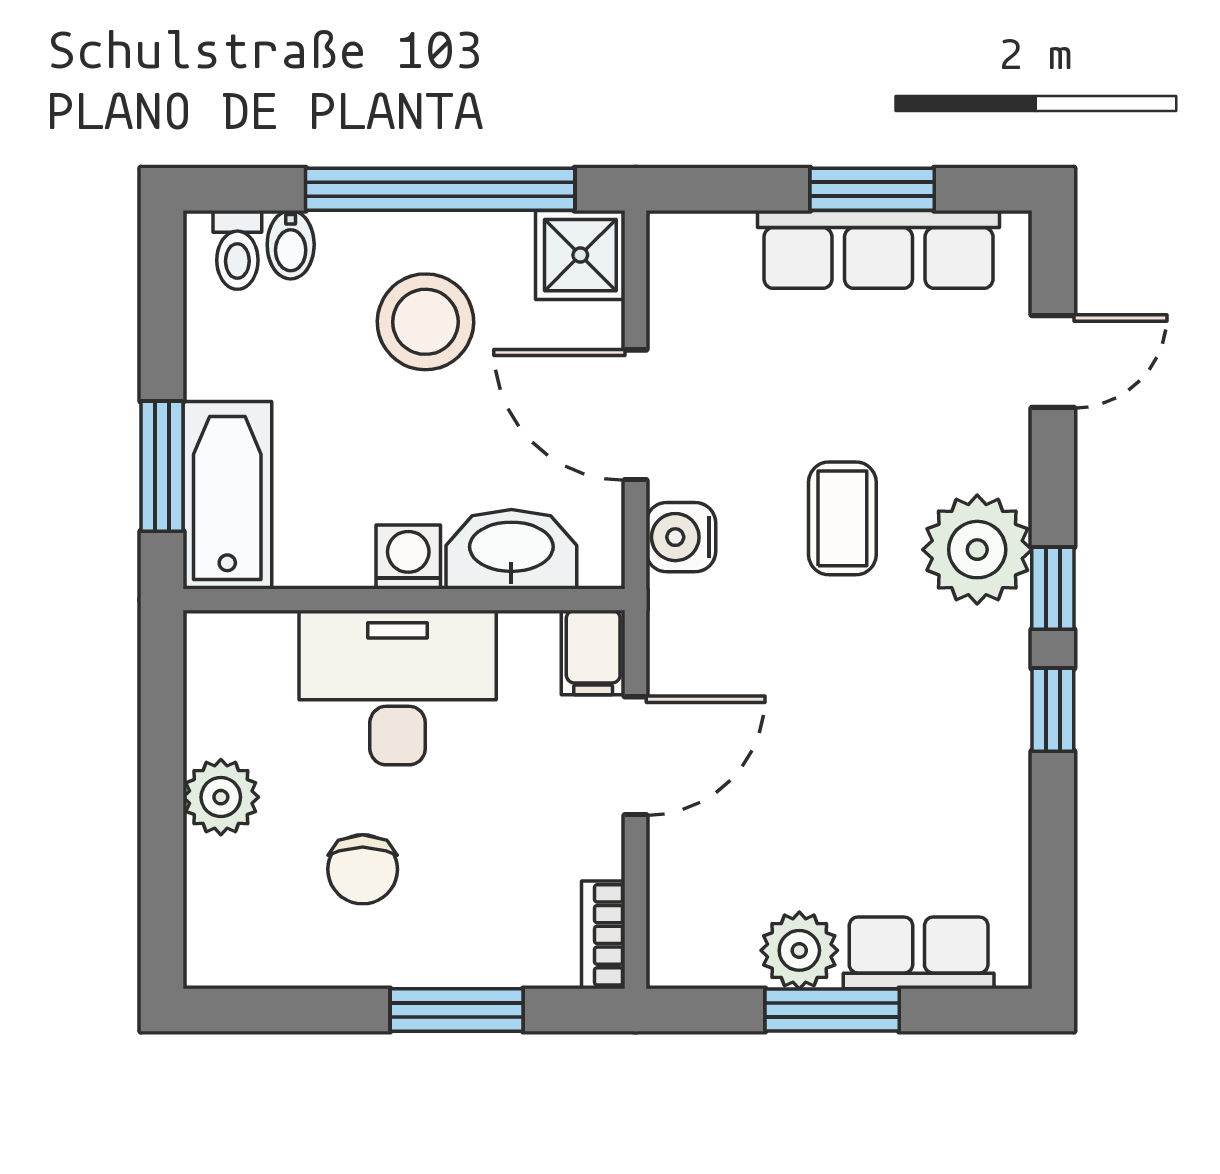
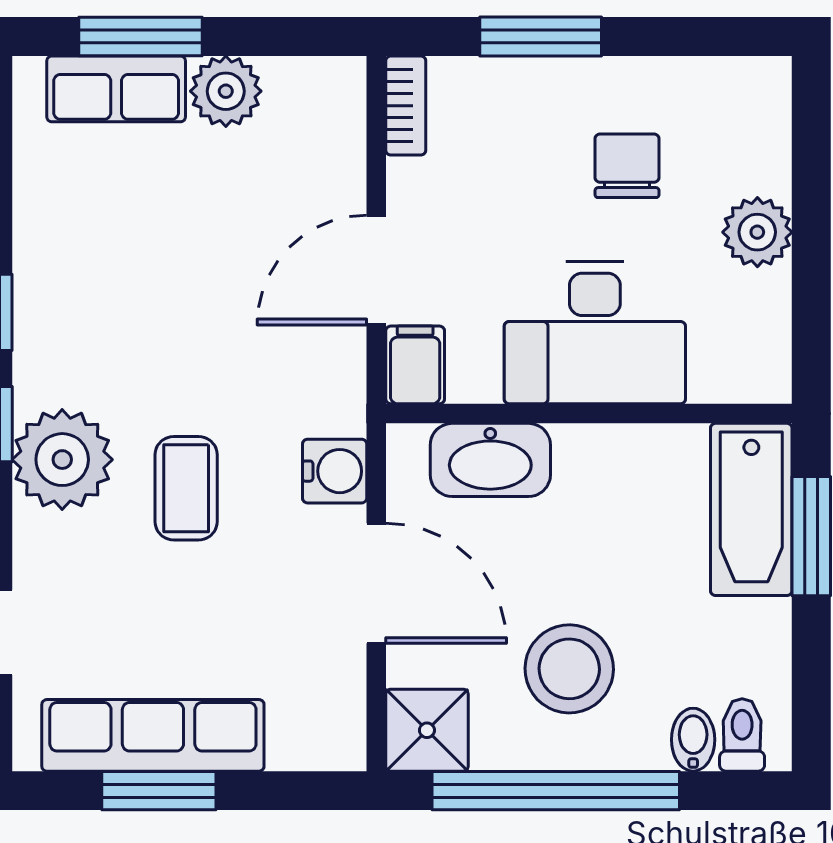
washing machine: (408, 557) -> (585, 453), removed
window: (832, 1010) -> (140, 37), moved

